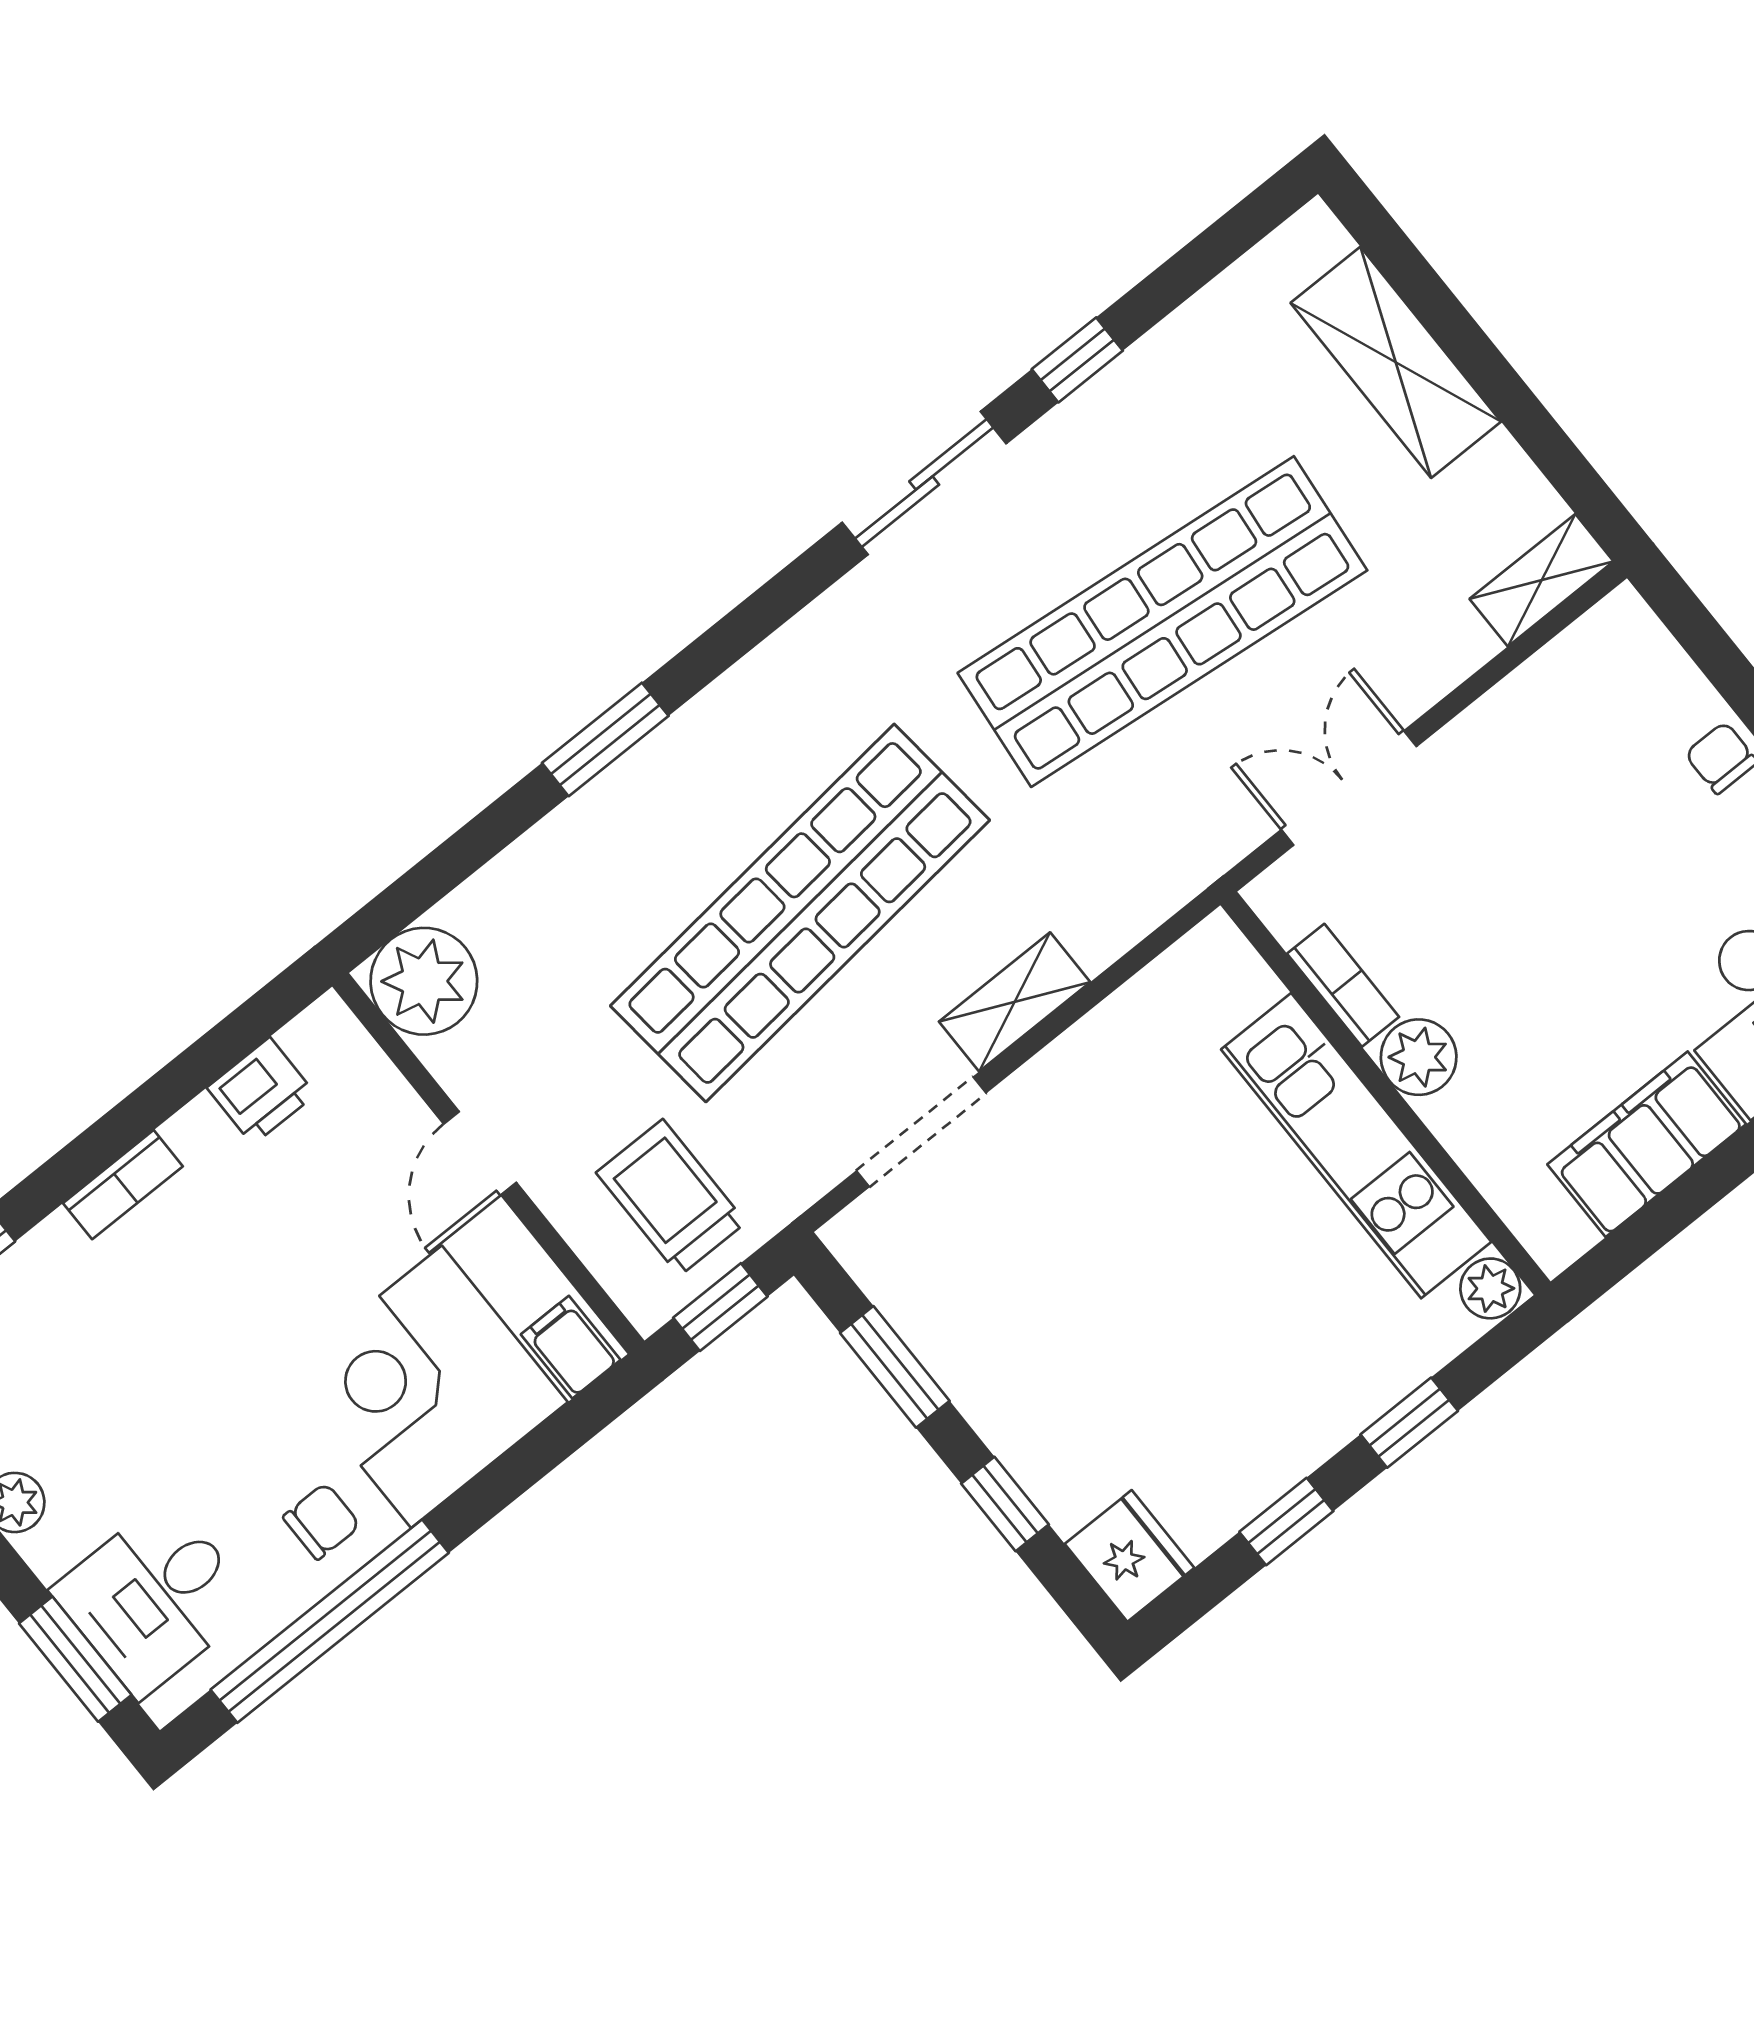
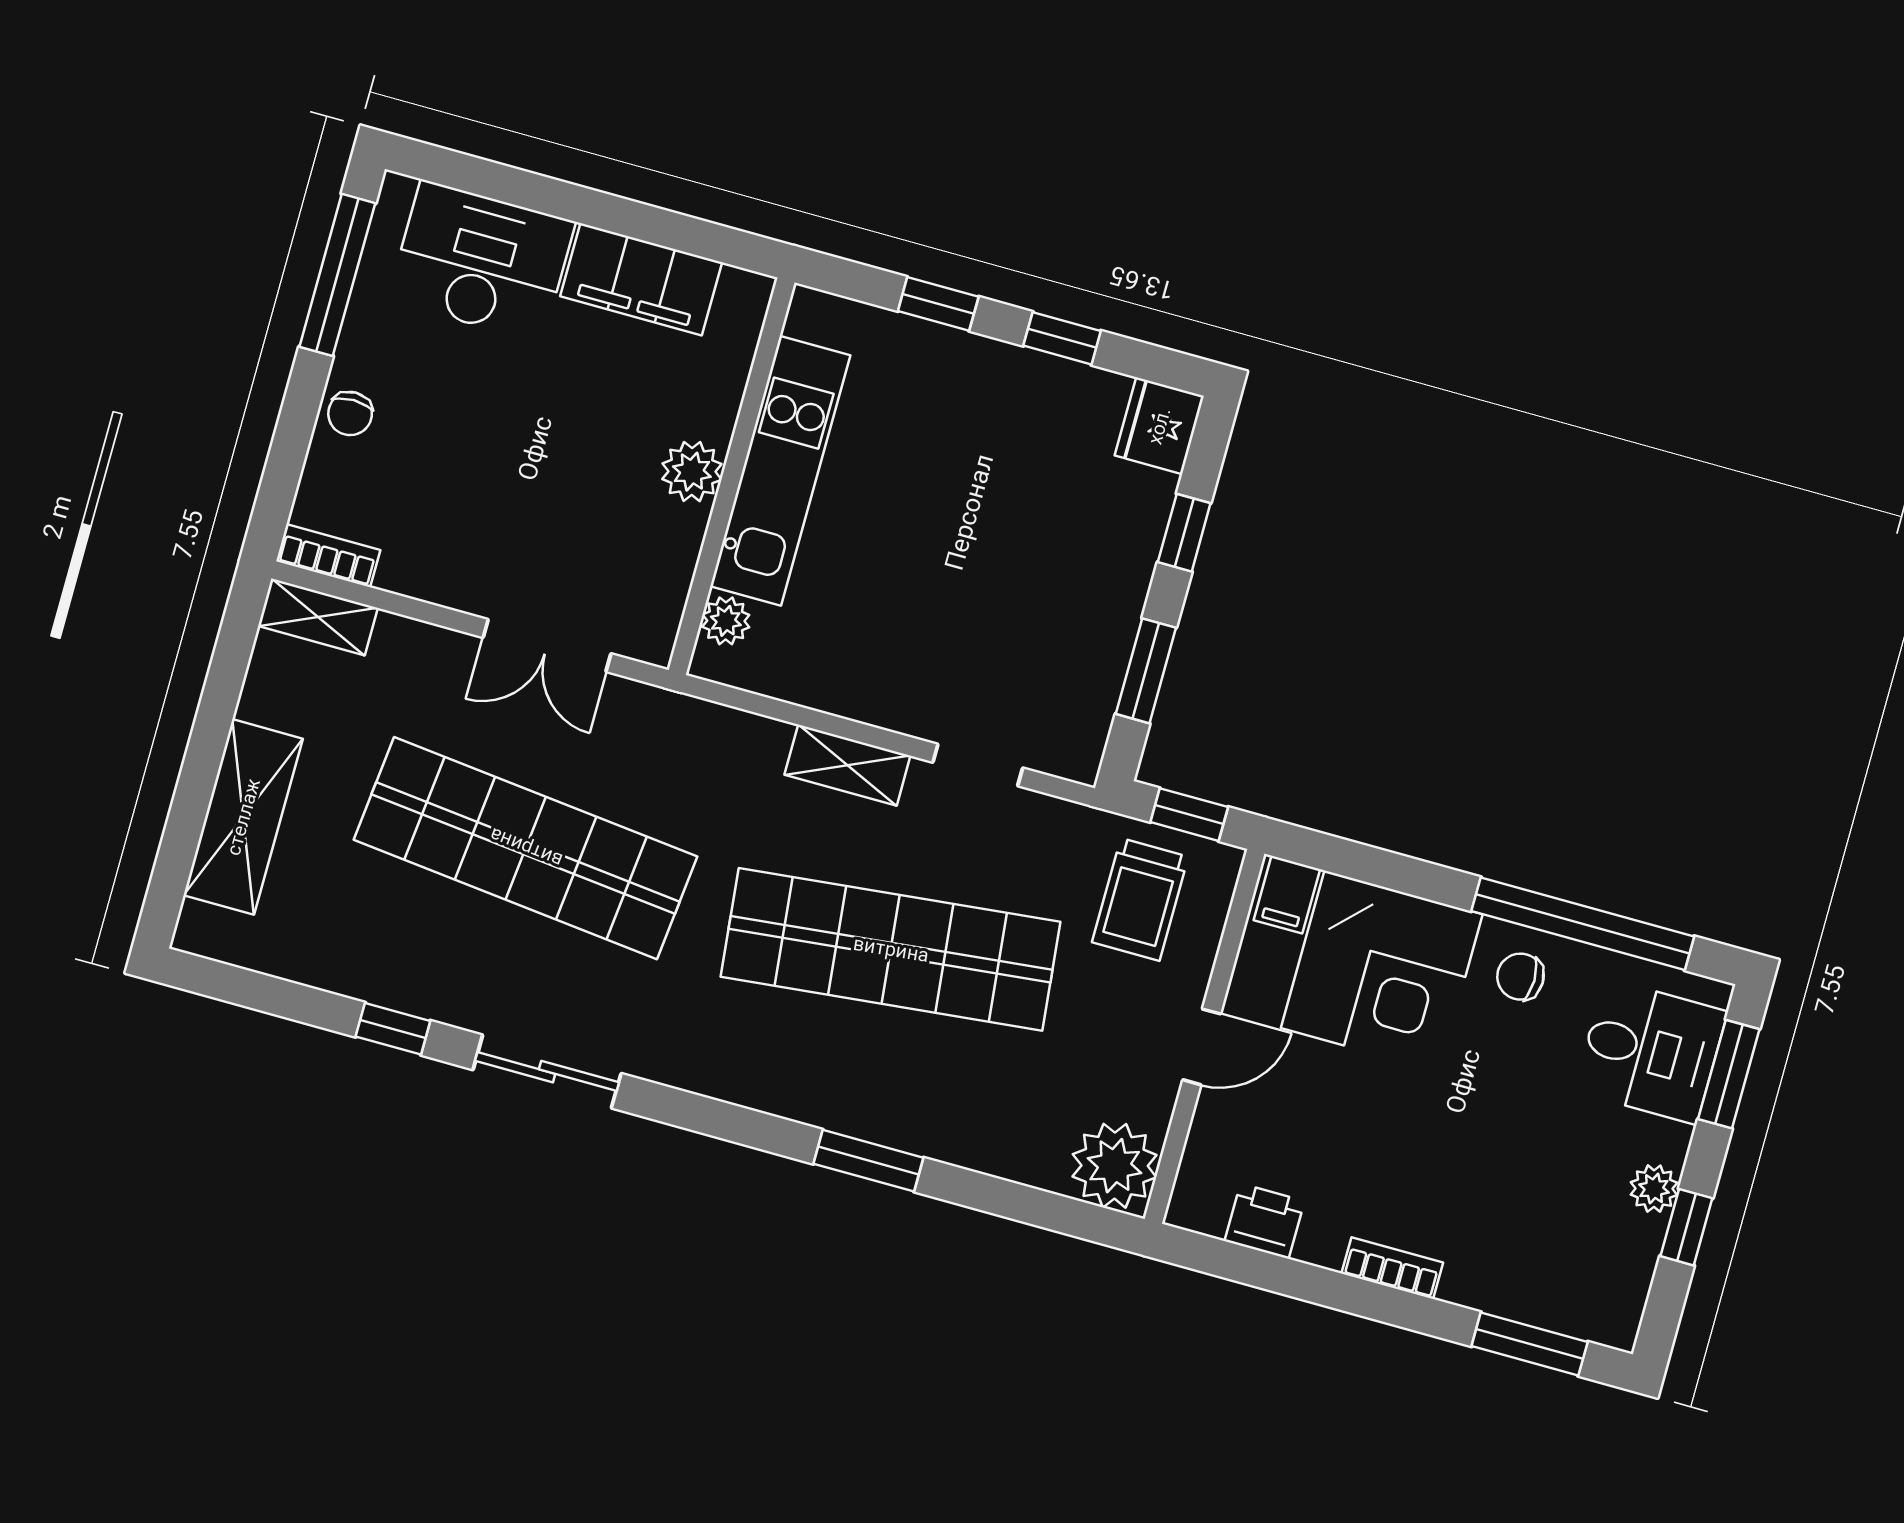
bookcase: (1343, 985) -> (328, 556), moved, turned 90
doorway: (921, 1132) -> (978, 765), width x0.73
plant: (1490, 1288) -> (726, 621), moved

